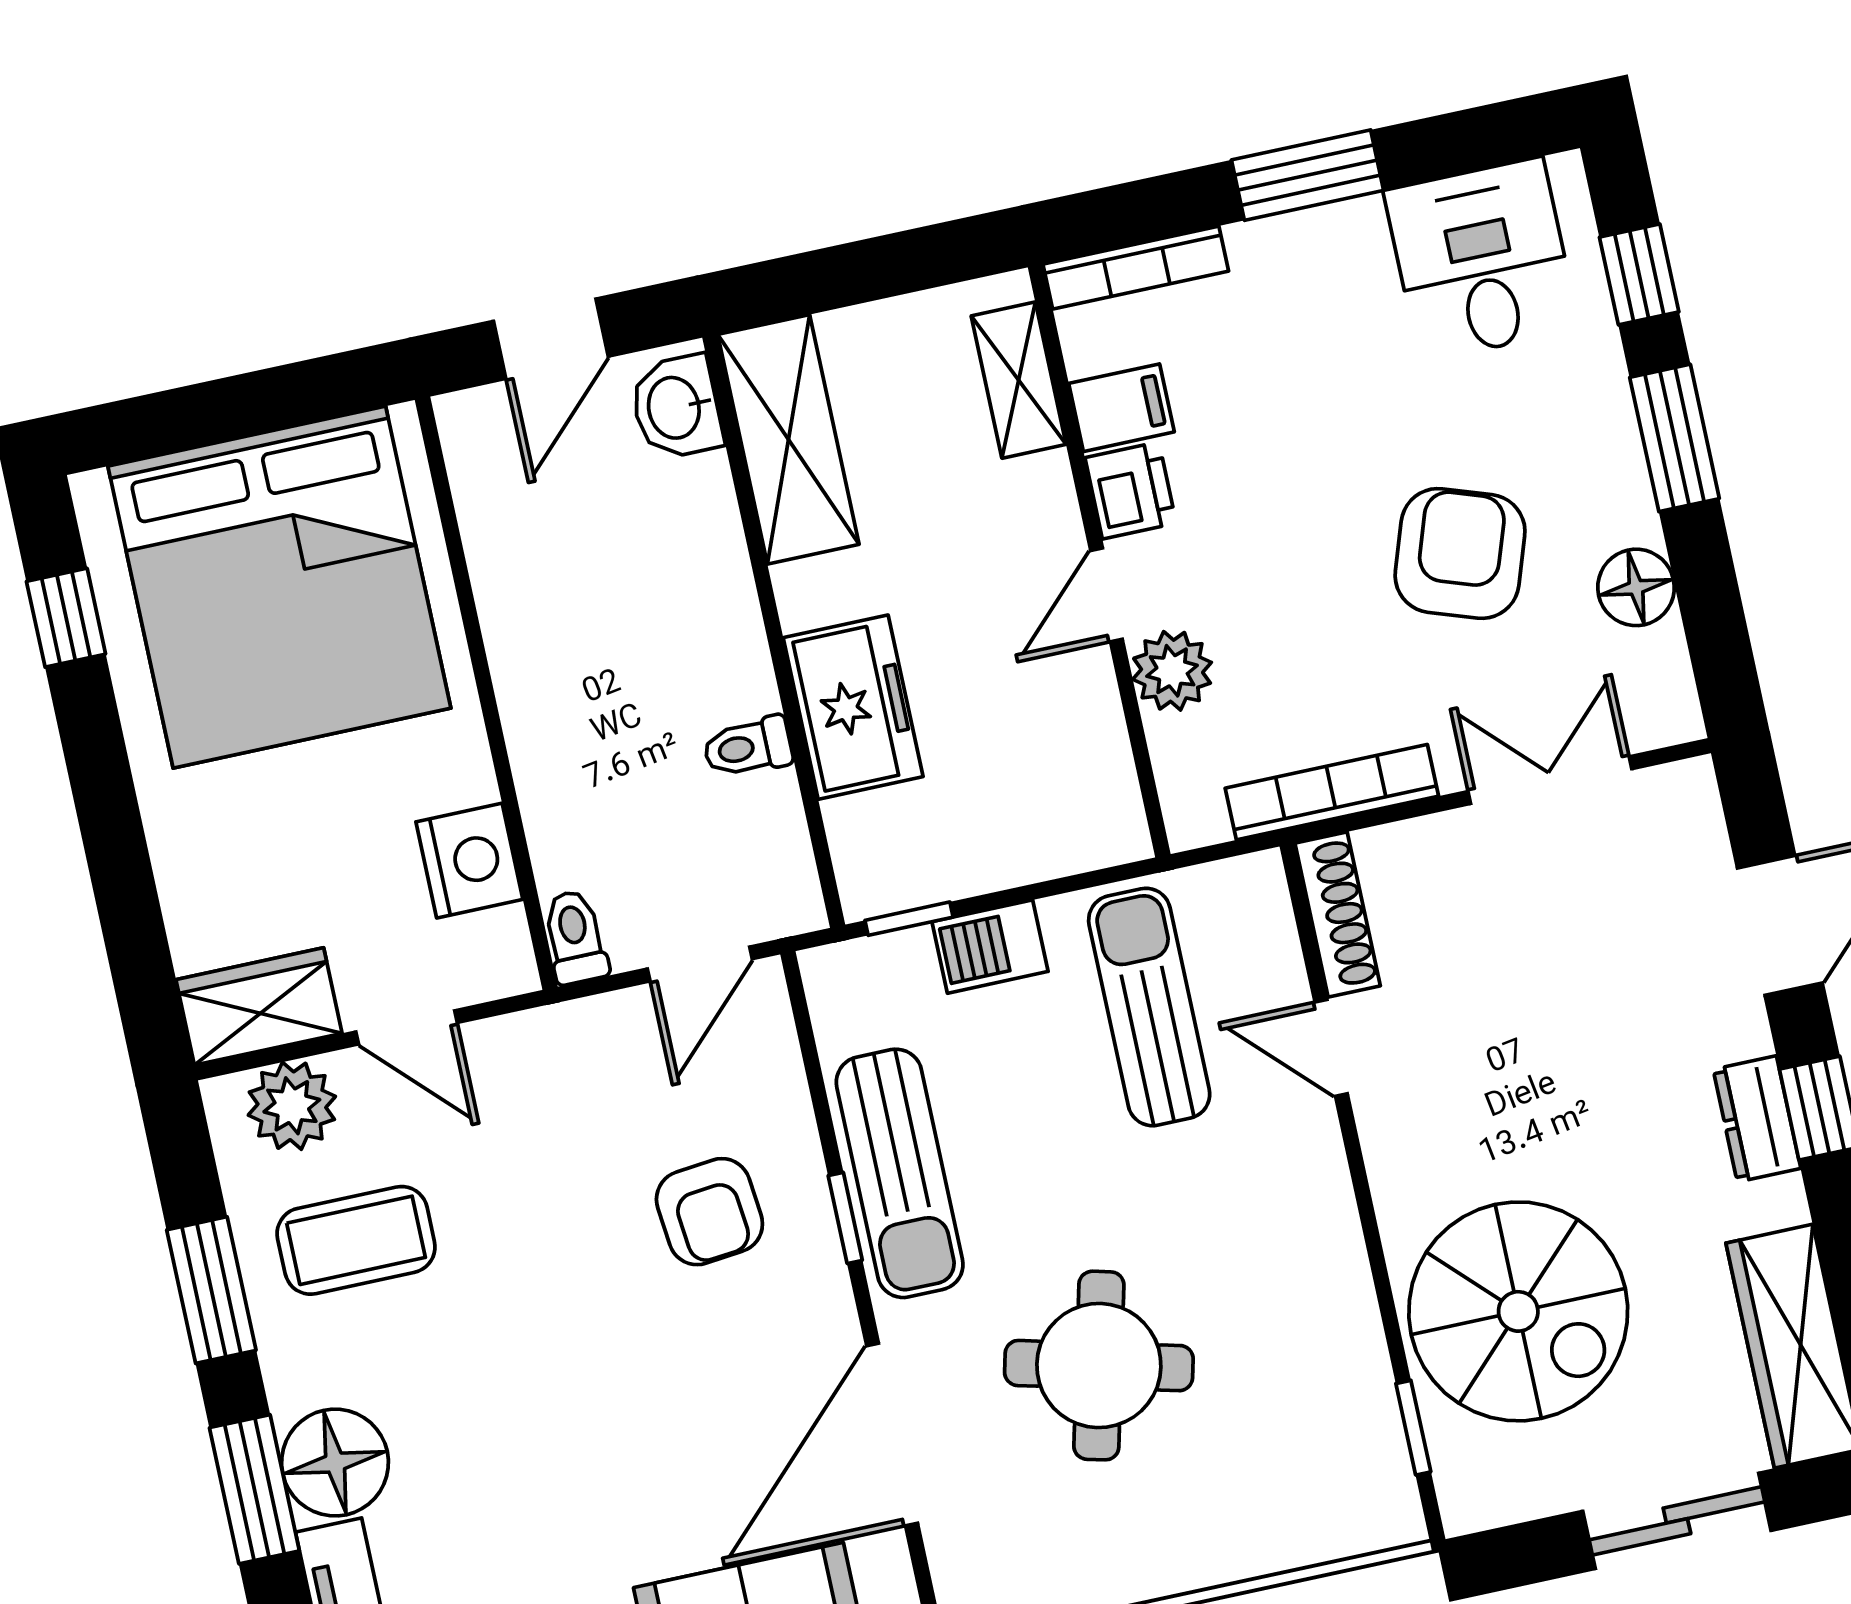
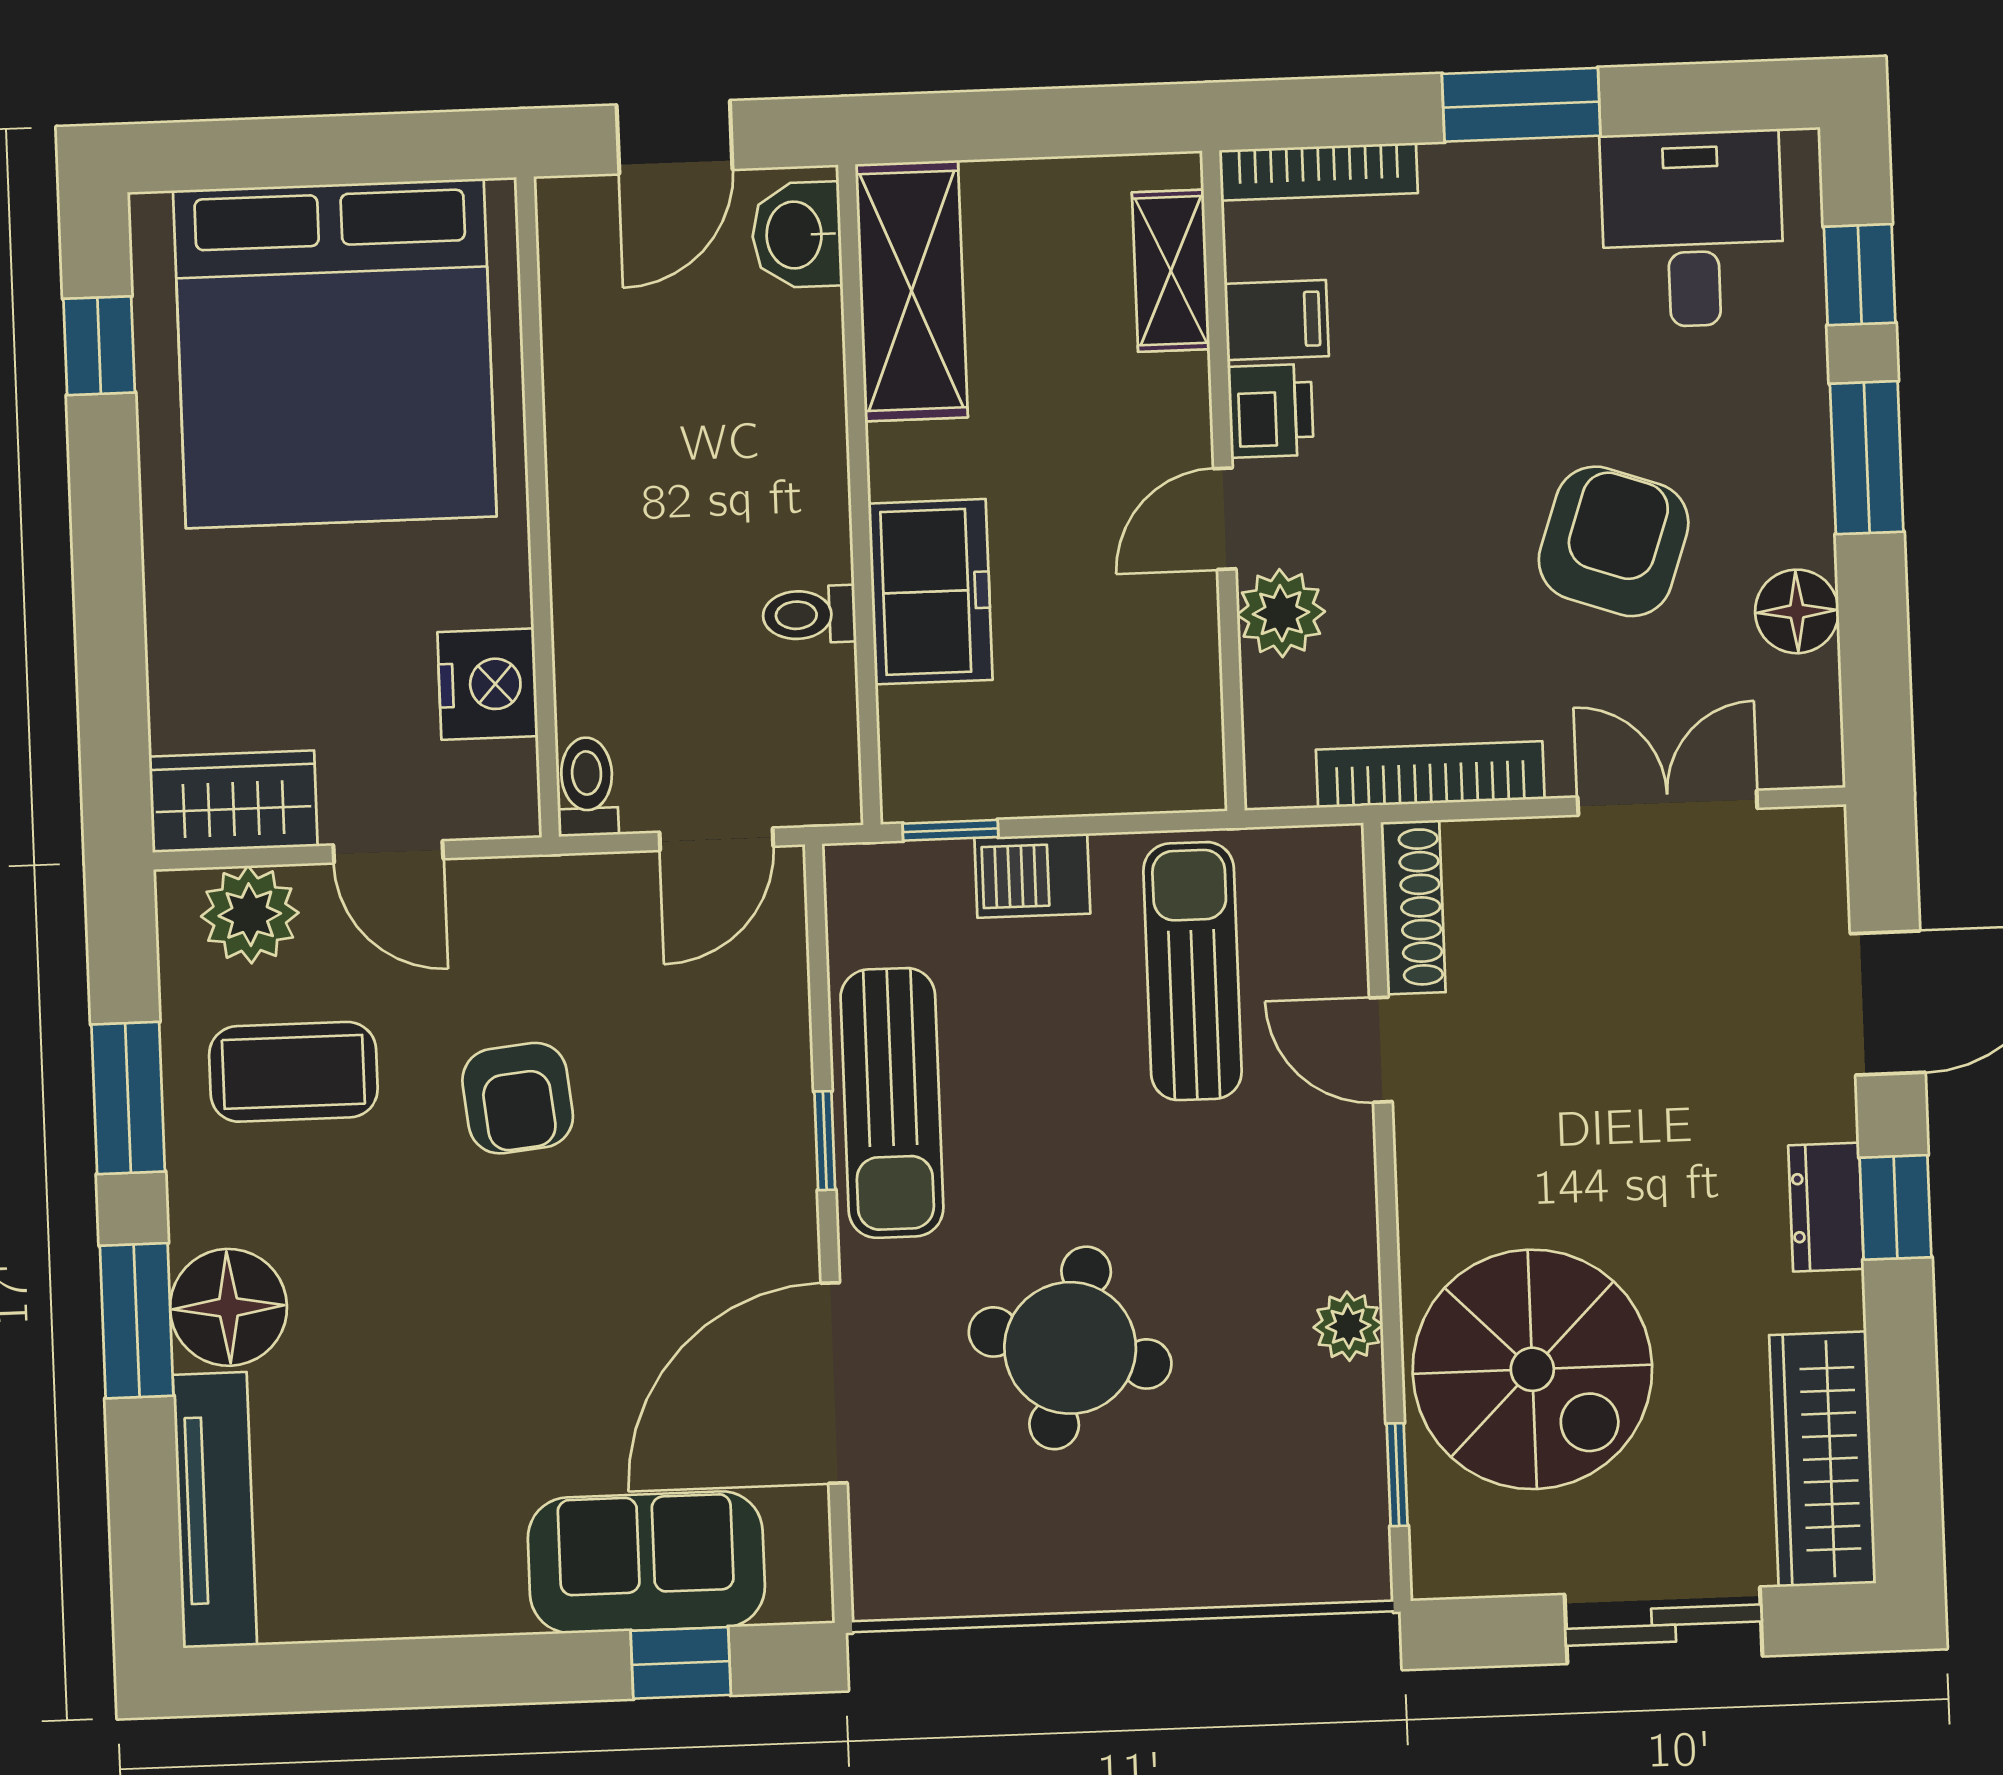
armchair: (709, 1212) -> (518, 1098), moved
plant: (1346, 1302) -> (1348, 1326), added

